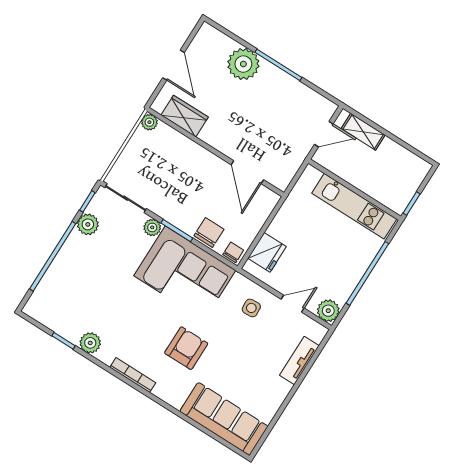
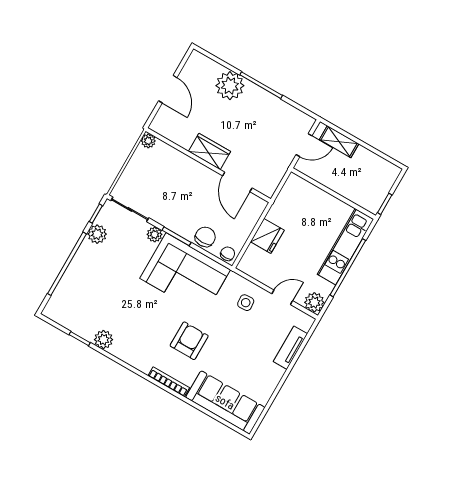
wardrobe: (185, 116) -> (210, 151), moved
kitchen unit: (354, 206) -> (345, 247), moved, turned 90
fridge: (267, 252) -> (267, 236), moved
bookcase: (133, 375) -> (169, 382), moved

